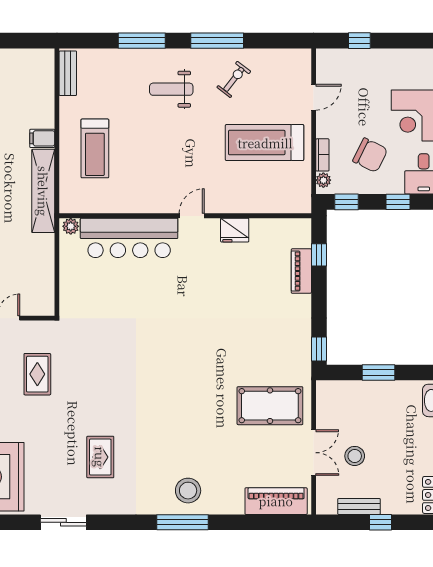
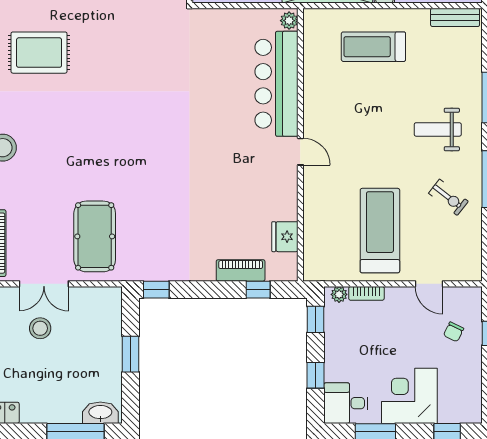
weight bench: (171, 89) -> (438, 129), turned -90
chair: (370, 155) -> (454, 332), moved, width x0.54, depth x0.54
fridge: (235, 230) -> (285, 237), moved
rug: (100, 457) -> (39, 53), width x1.36, depth x1.43

